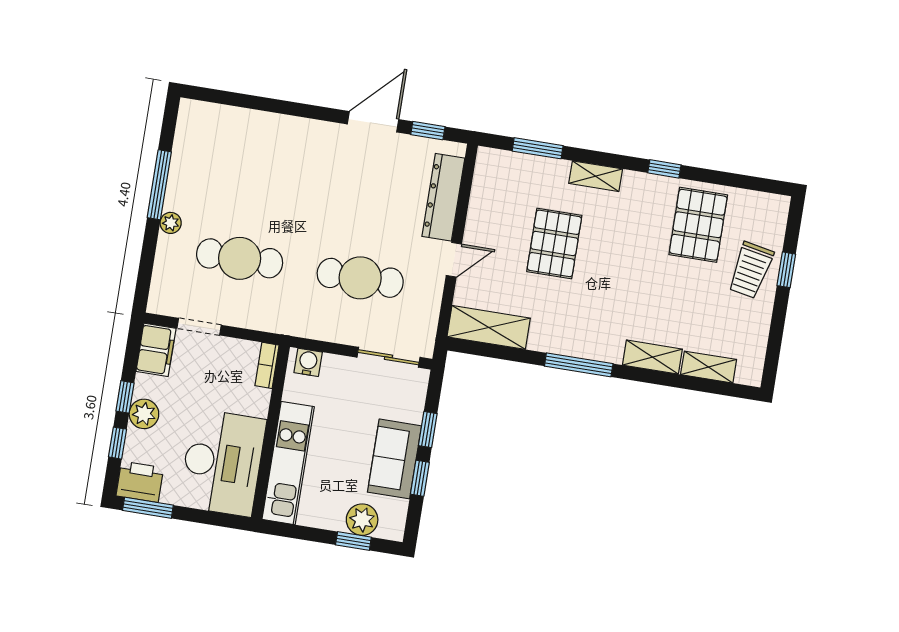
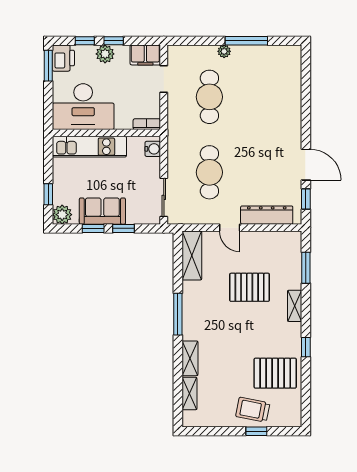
plant: (362, 520) -> (62, 215), moved

